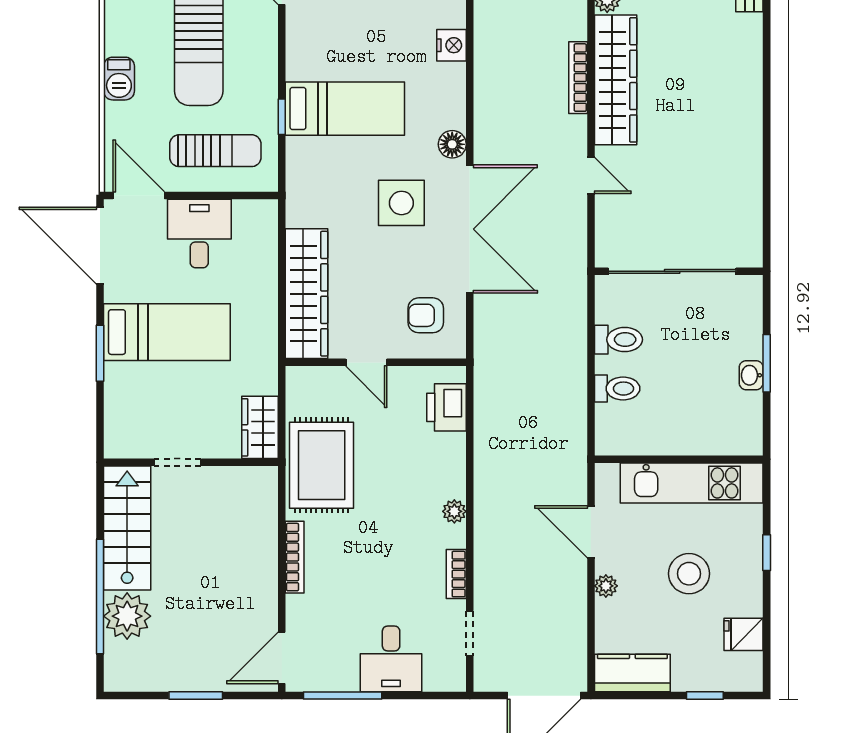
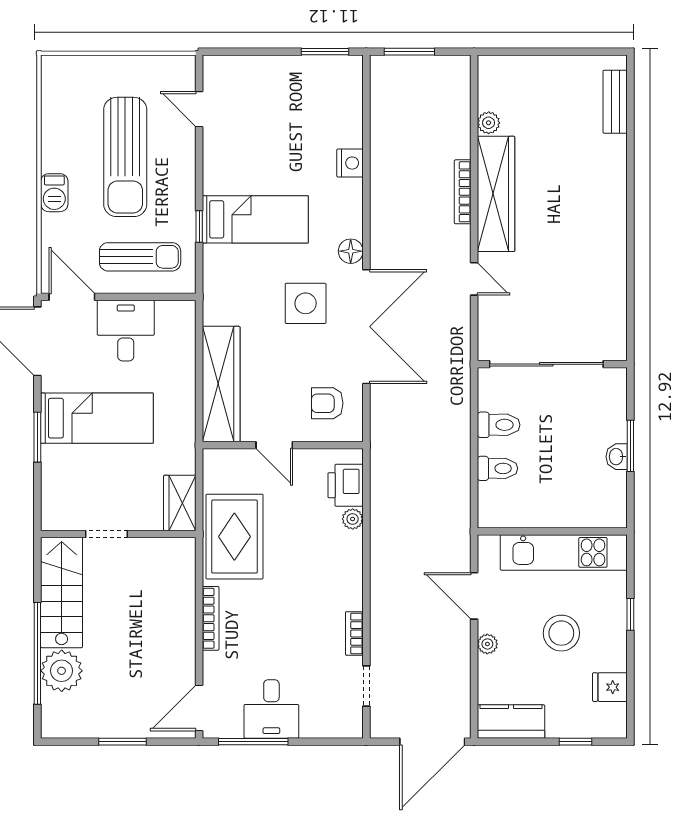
plant: (454, 511) -> (353, 519), moved
desk: (391, 659) -> (271, 709), moved

